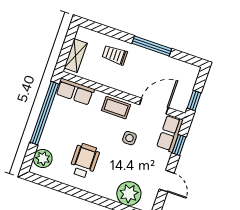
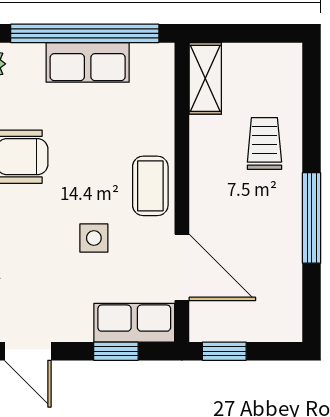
shelving: (76, 56) -> (205, 78), moved, turned 90
row of seats: (75, 92) -> (88, 62), moved, turned -90
door: (167, 181) -> (28, 351), hinge flipped

